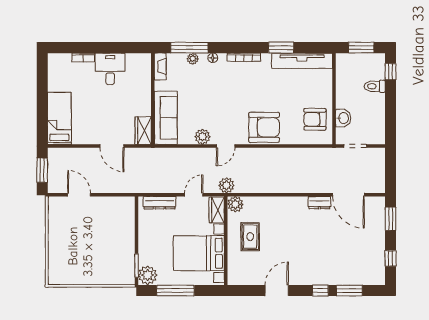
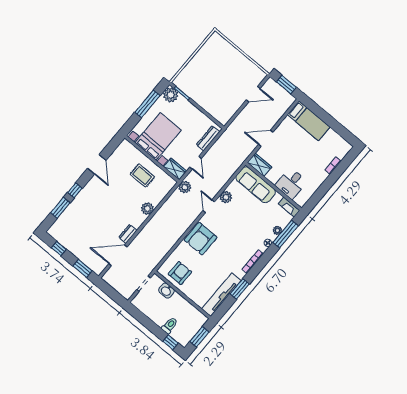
desk: (110, 69) -> (291, 183), moved, turned 90
plant: (235, 204) -> (147, 209), moved

